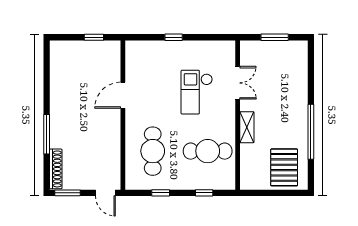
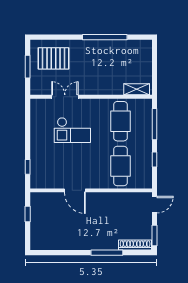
window: (174, 37) -> (28, 167), moved
shelving: (247, 127) -> (137, 89), moved
cafe table: (153, 151) -> (120, 166), turned 90
pallet: (284, 167) -> (53, 58), moved
window: (204, 193) -> (154, 124), width x2.17

